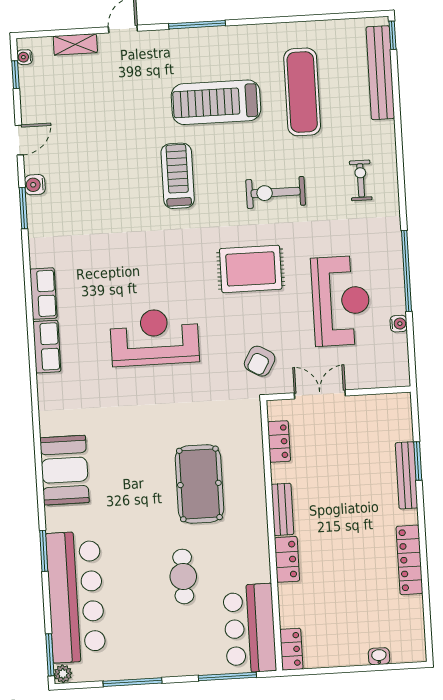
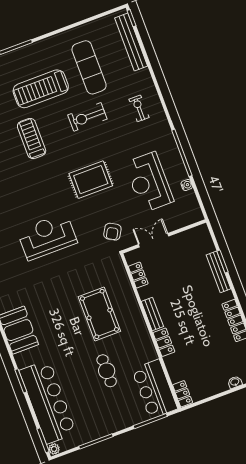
exercise bike: (276, 192) -> (87, 117), moved
reception desk: (341, 301) -> (149, 182), turned 180

